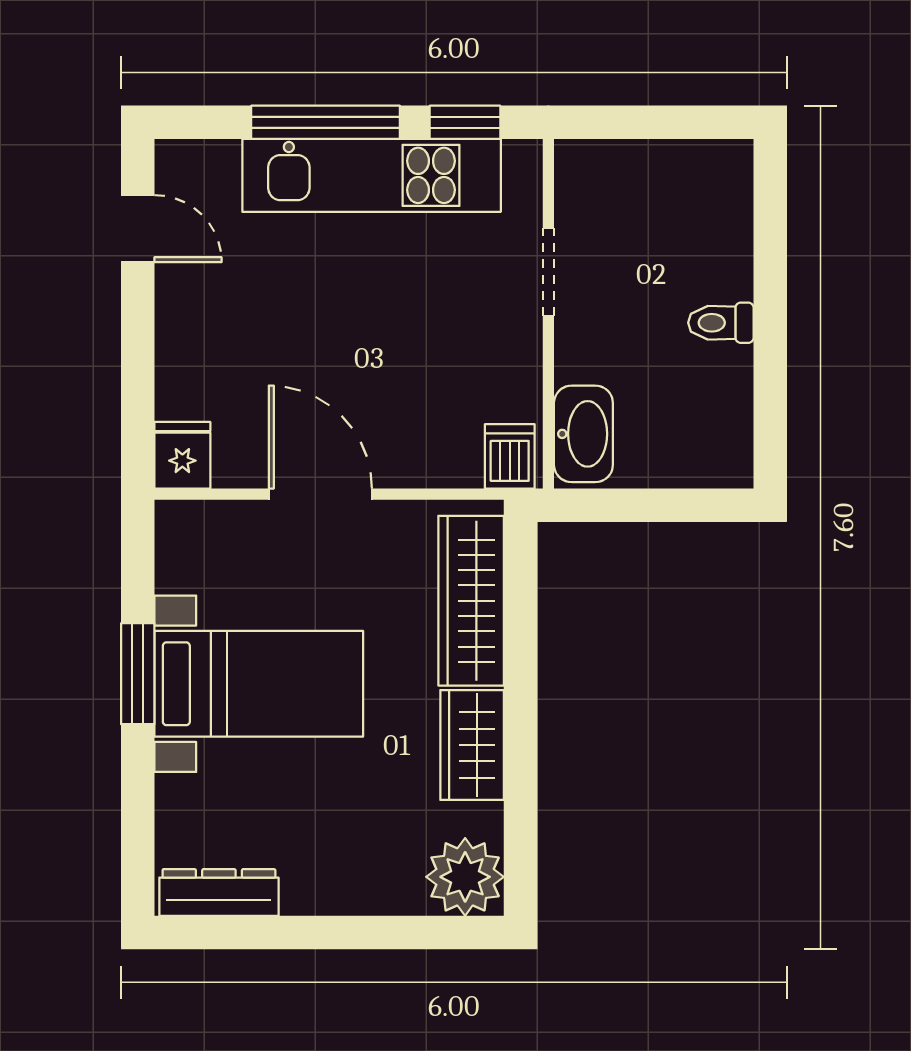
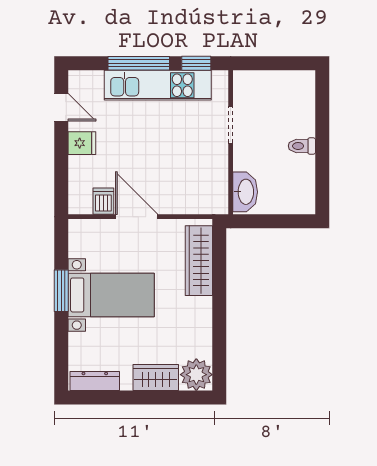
fridge: (182, 455) -> (82, 143), moved, turned 90
dishwasher: (510, 456) -> (103, 201), moved
wardrobe: (472, 745) -> (156, 378), moved, turned 90

